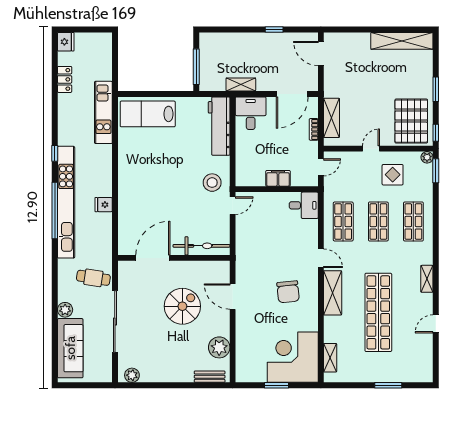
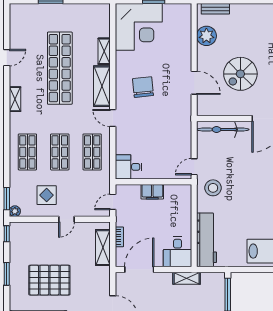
pallet: (411, 121) -> (49, 280), moved, turned 90
shelving: (330, 358) -> (104, 51), moved

